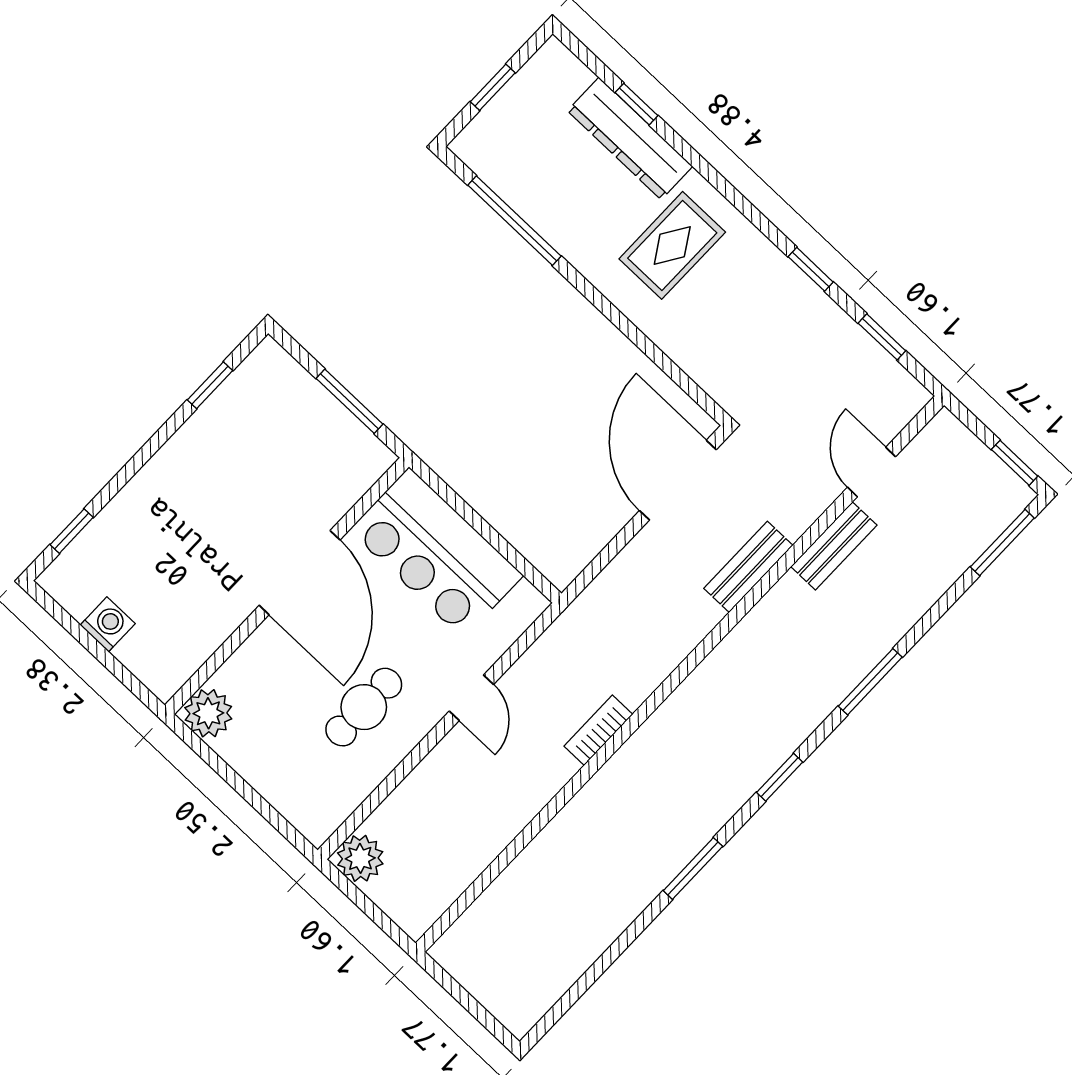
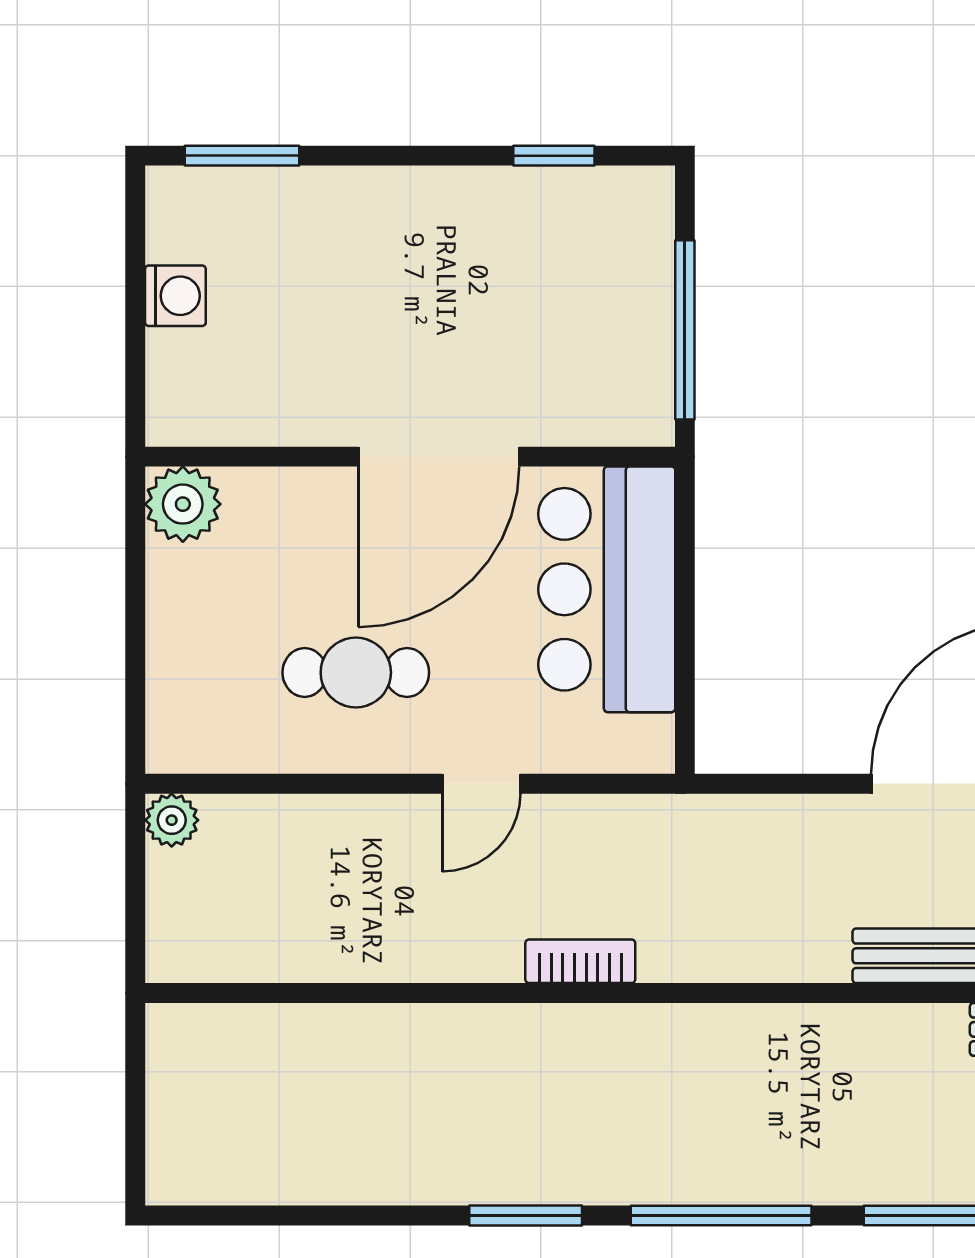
window: (350, 401) -> (685, 330), width x1.44
window: (72, 531) -> (242, 156), width x1.50
window: (780, 777) -> (721, 1216), width x2.17
plant: (360, 858) -> (172, 820), width x0.73, depth x0.73

